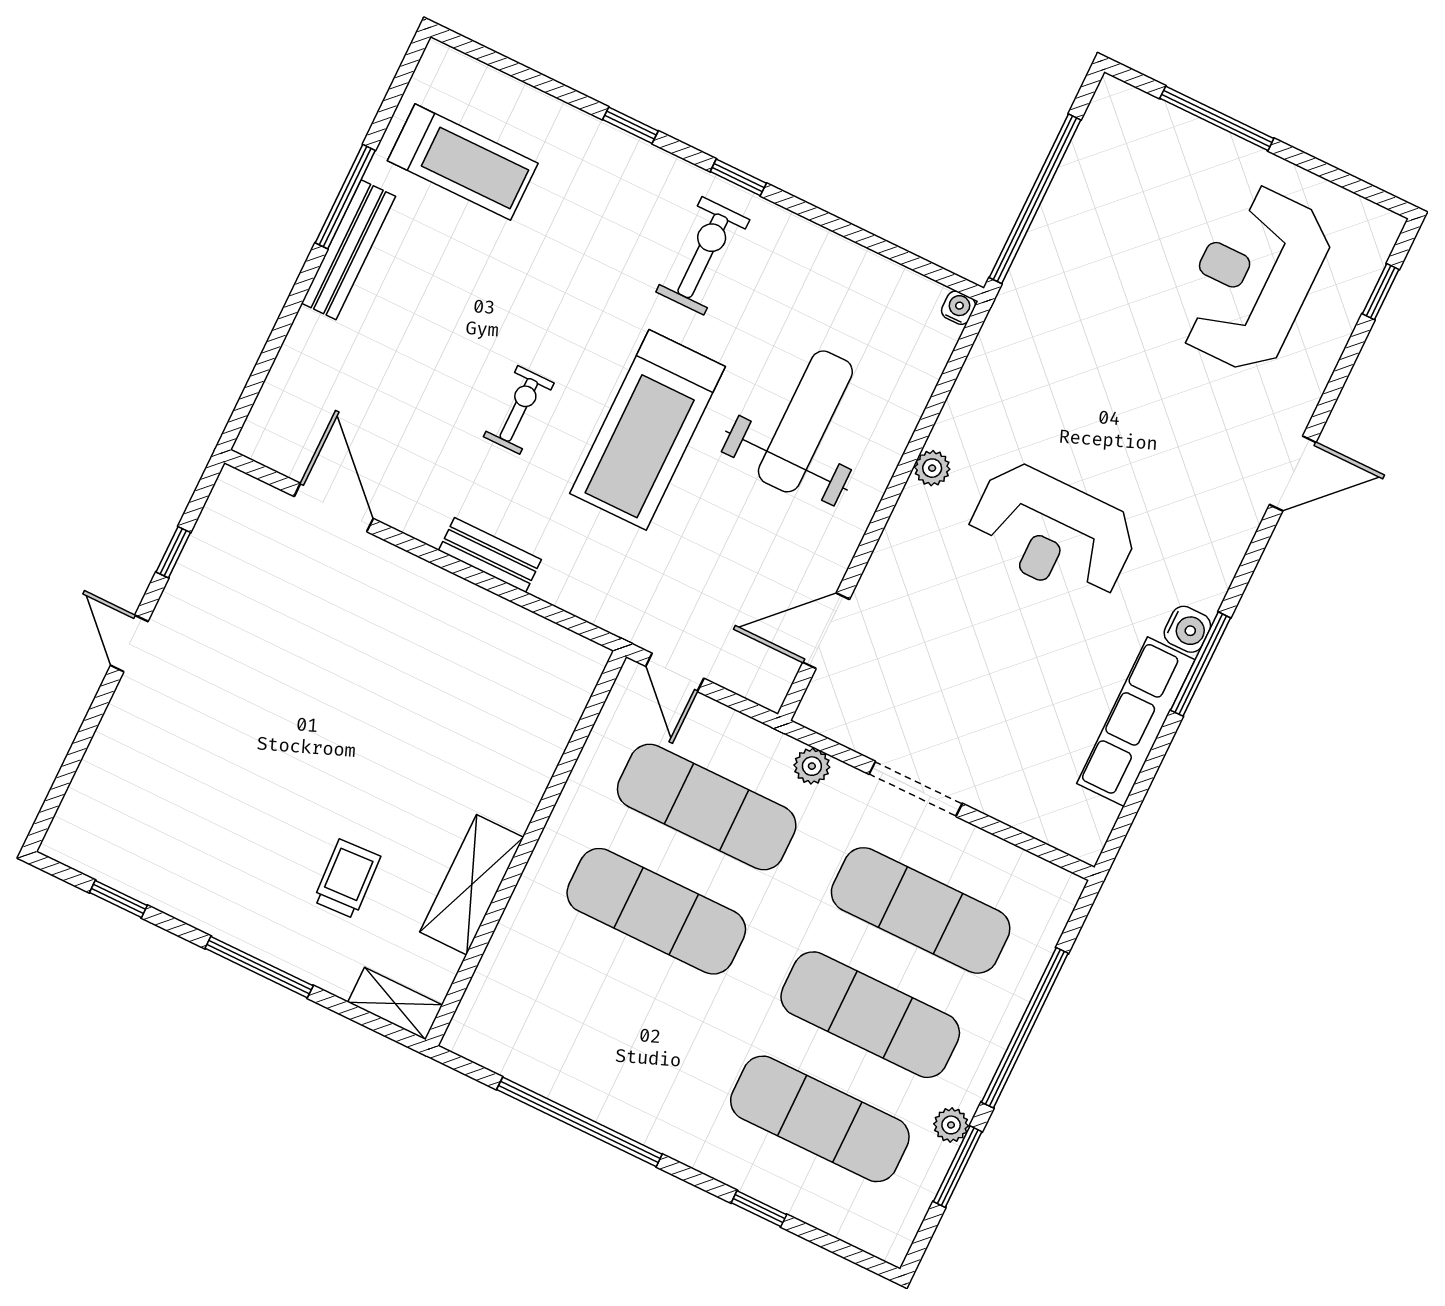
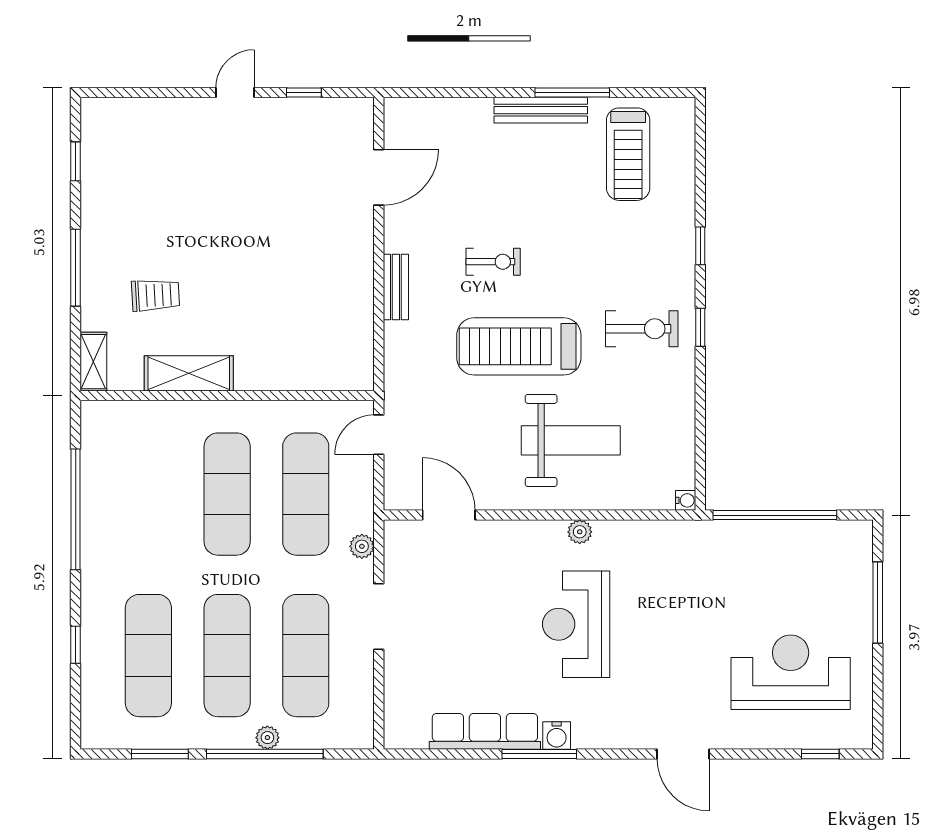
plant: (951, 1125) -> (267, 738), moved

